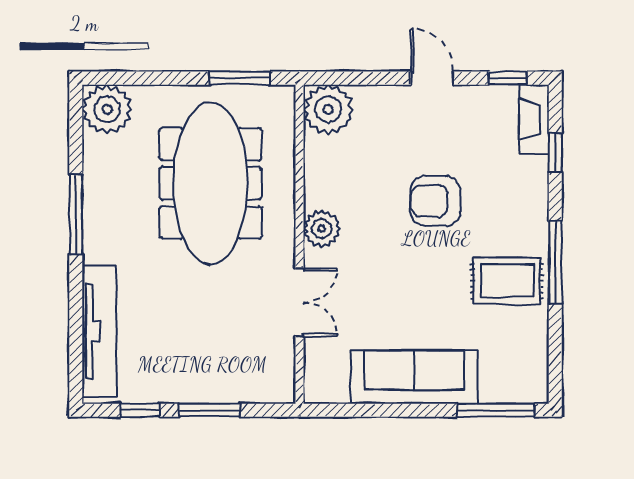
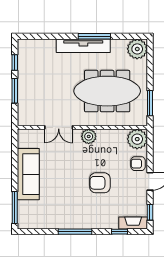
armchair: (388, 107) -> (138, 164), added
armchair: (435, 201) -> (100, 183), turned -90
rug: (507, 281) -> (67, 212), removed
tv unit: (99, 331) -> (83, 46), moved

